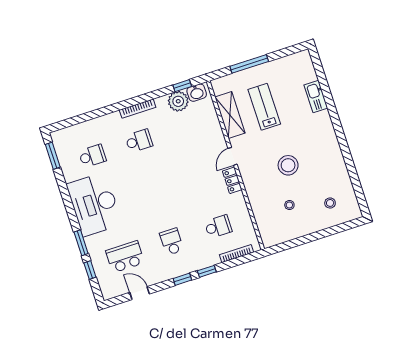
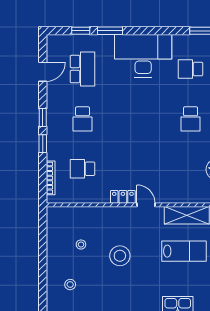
school desk: (92, 156) -> (191, 69), turned 90
school desk: (218, 227) -> (83, 169), turned 90
school desk: (172, 242) -> (83, 119), turned 90

